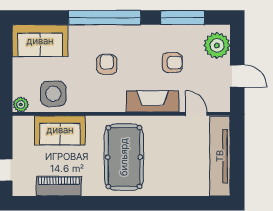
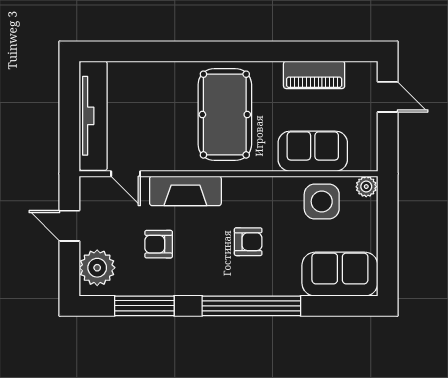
armchair: (107, 64) -> (248, 242), turned -90

